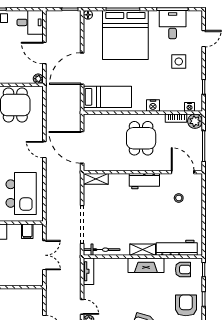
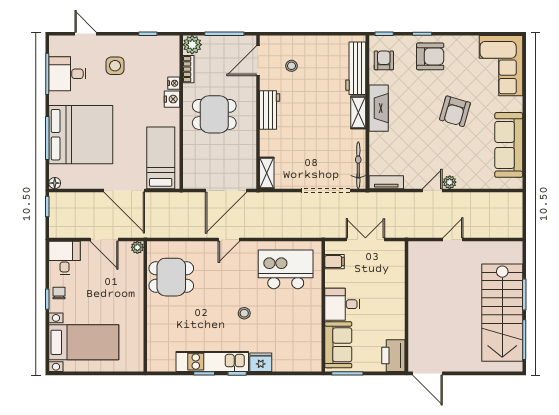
door: (44, 53) -> (104, 239), hinge flipped
nightstand: (190, 107) -> (174, 83), moved
armchair: (186, 305) -> (430, 56), turned 180

